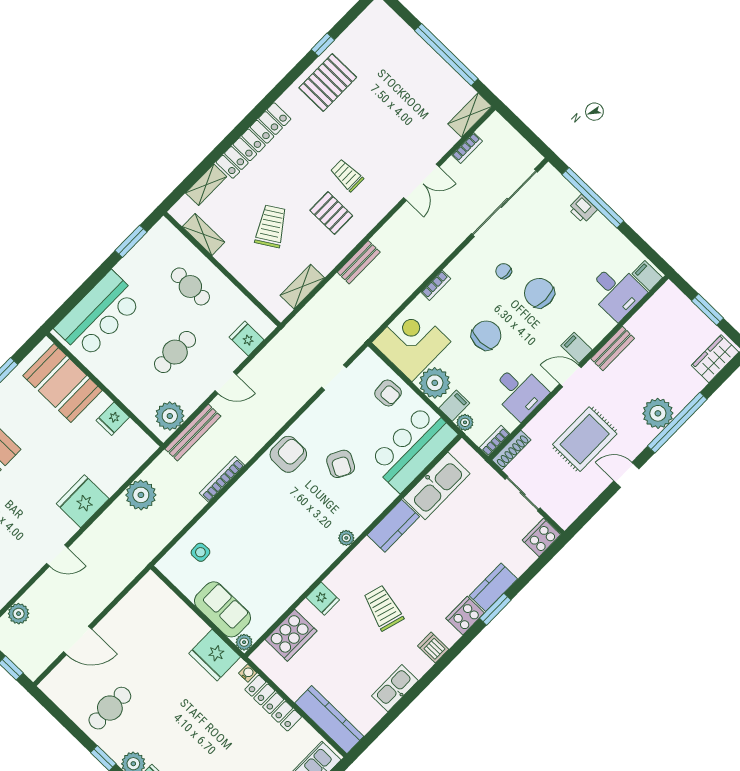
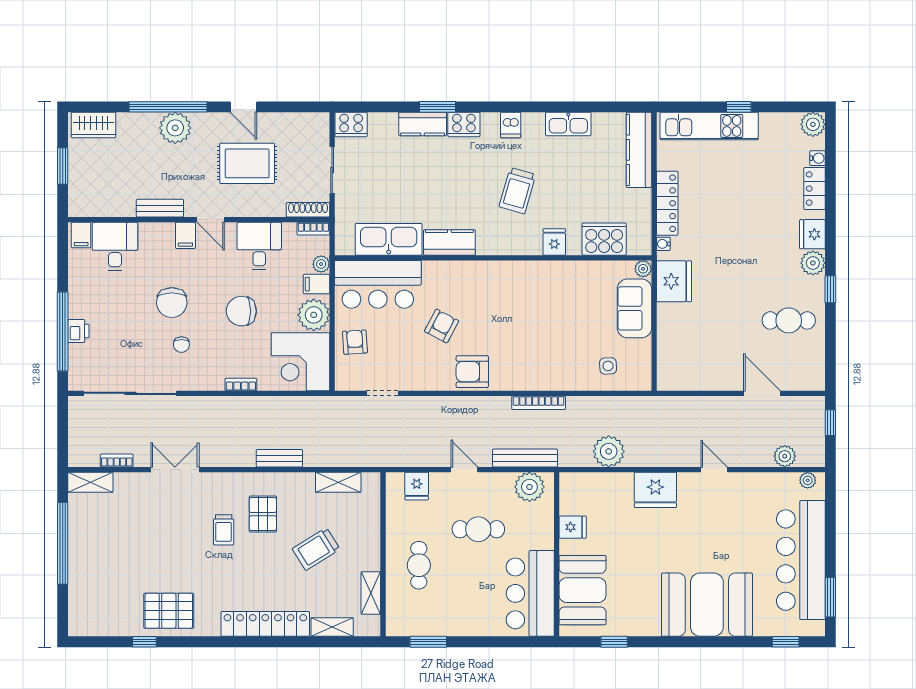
bar counter: (99, 315) -> (530, 593), moved, turned -90
plant: (346, 538) -> (492, 268), removed

